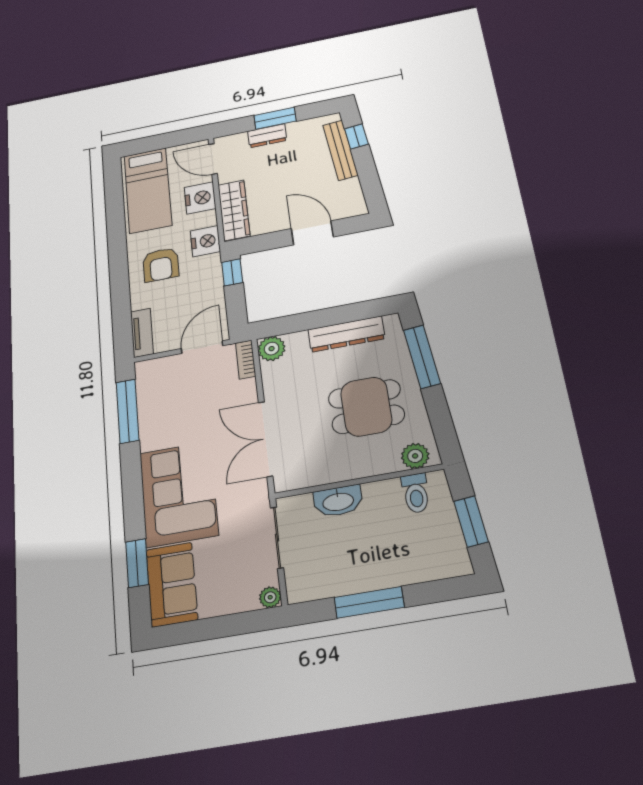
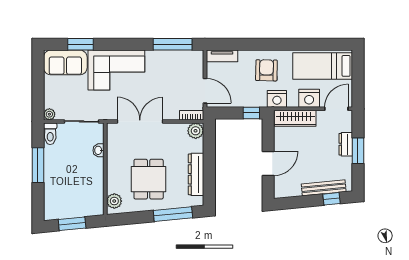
armchair: (161, 265) -> (266, 70), turned 91
toilet: (416, 493) -> (50, 134), moved, turned -90
washbasin: (338, 501) -> (99, 150), width x0.52, depth x0.69

